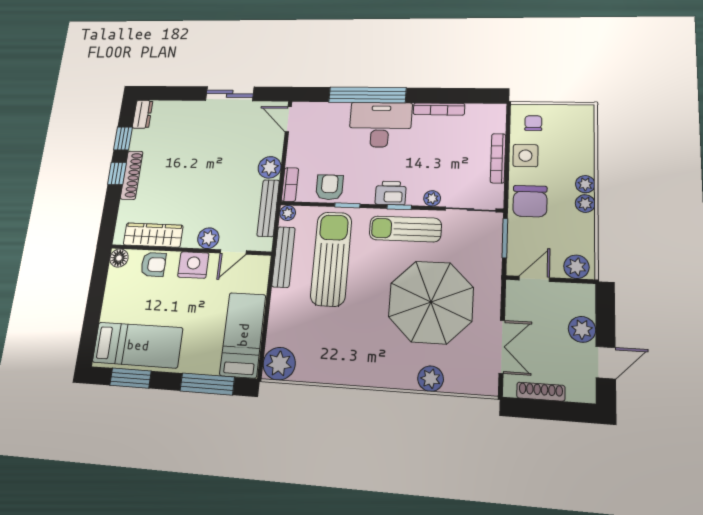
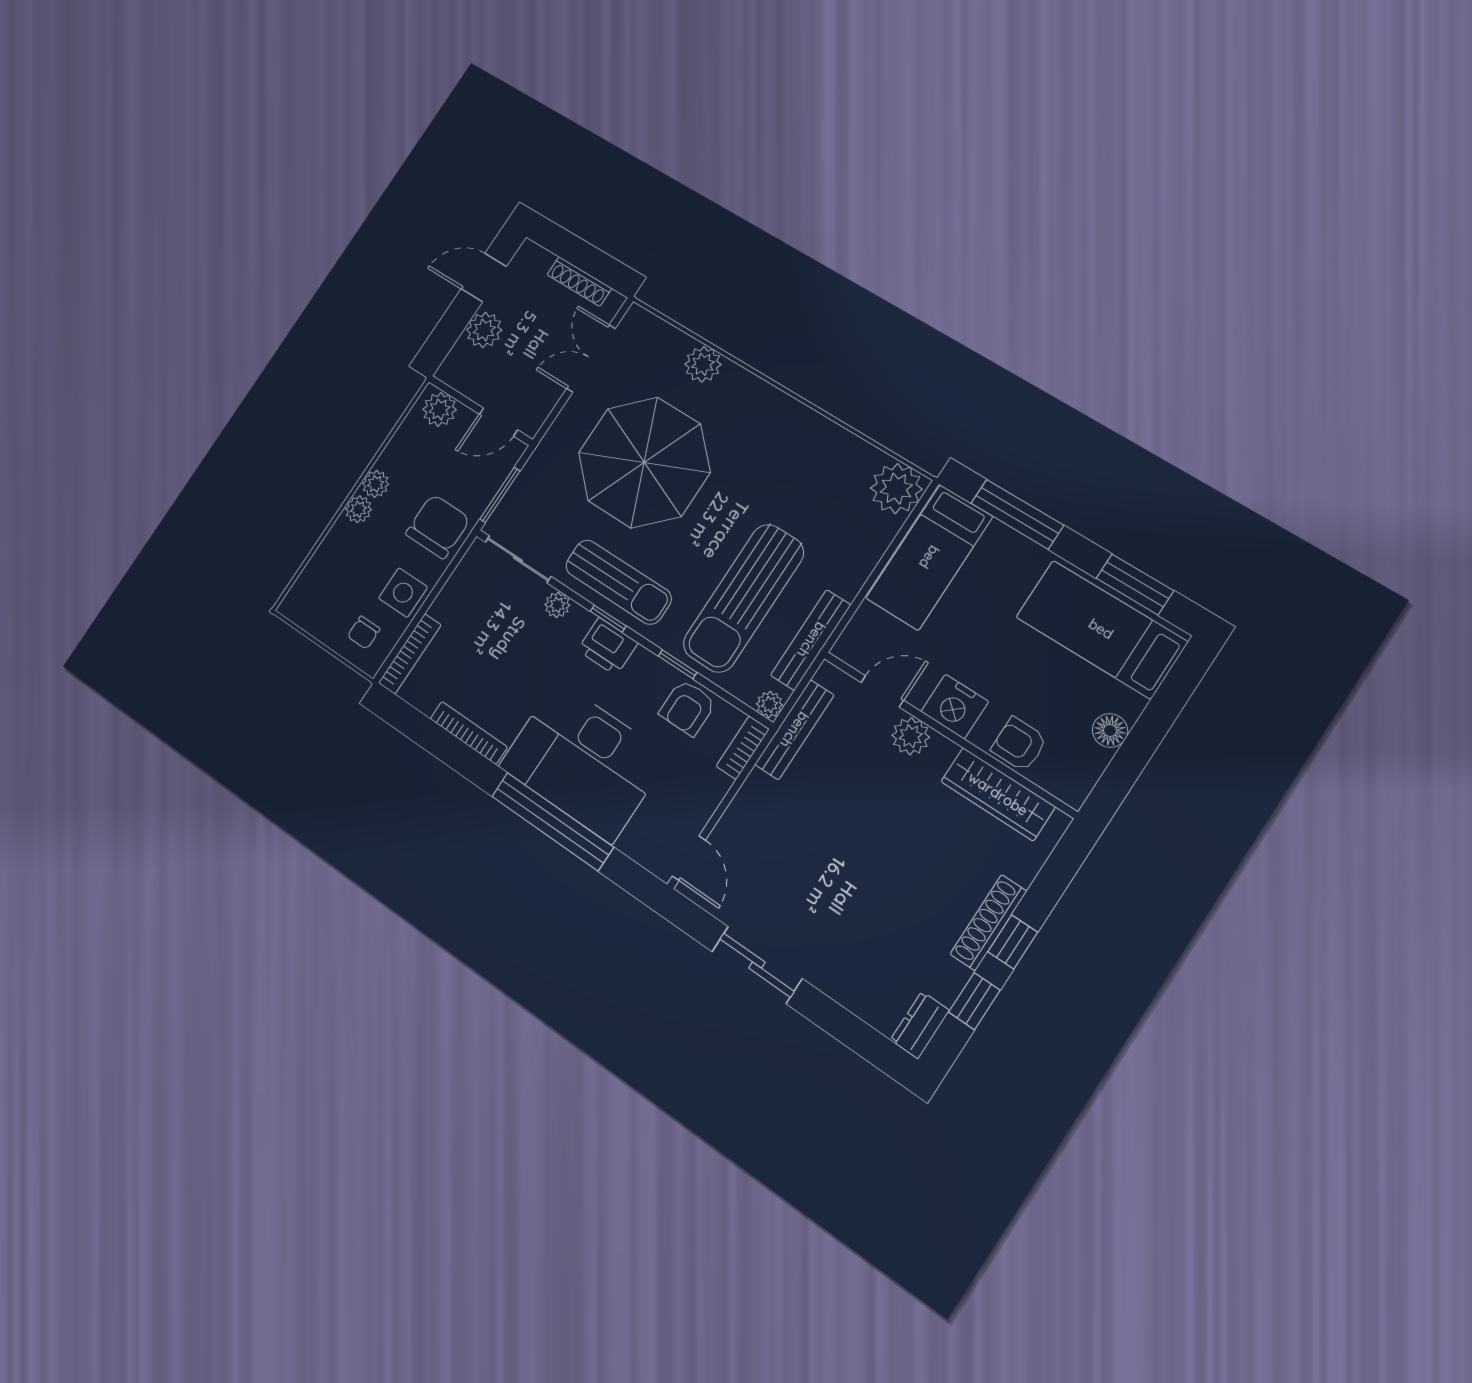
desk: (380, 125) -> (584, 761), width x1.36, depth x1.30
bookcase: (498, 158) -> (410, 654), moved
plant: (270, 167) -> (759, 795), removed
floor lamp: (119, 258) -> (1110, 730), moved

